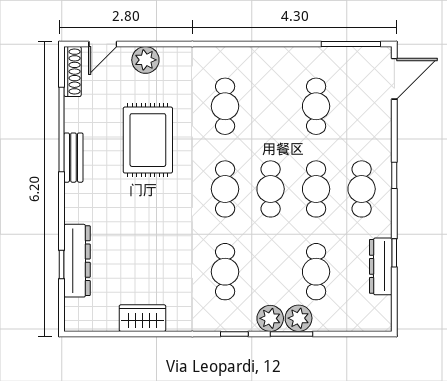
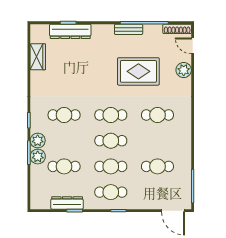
wardrobe: (142, 318) -> (38, 57), moved

